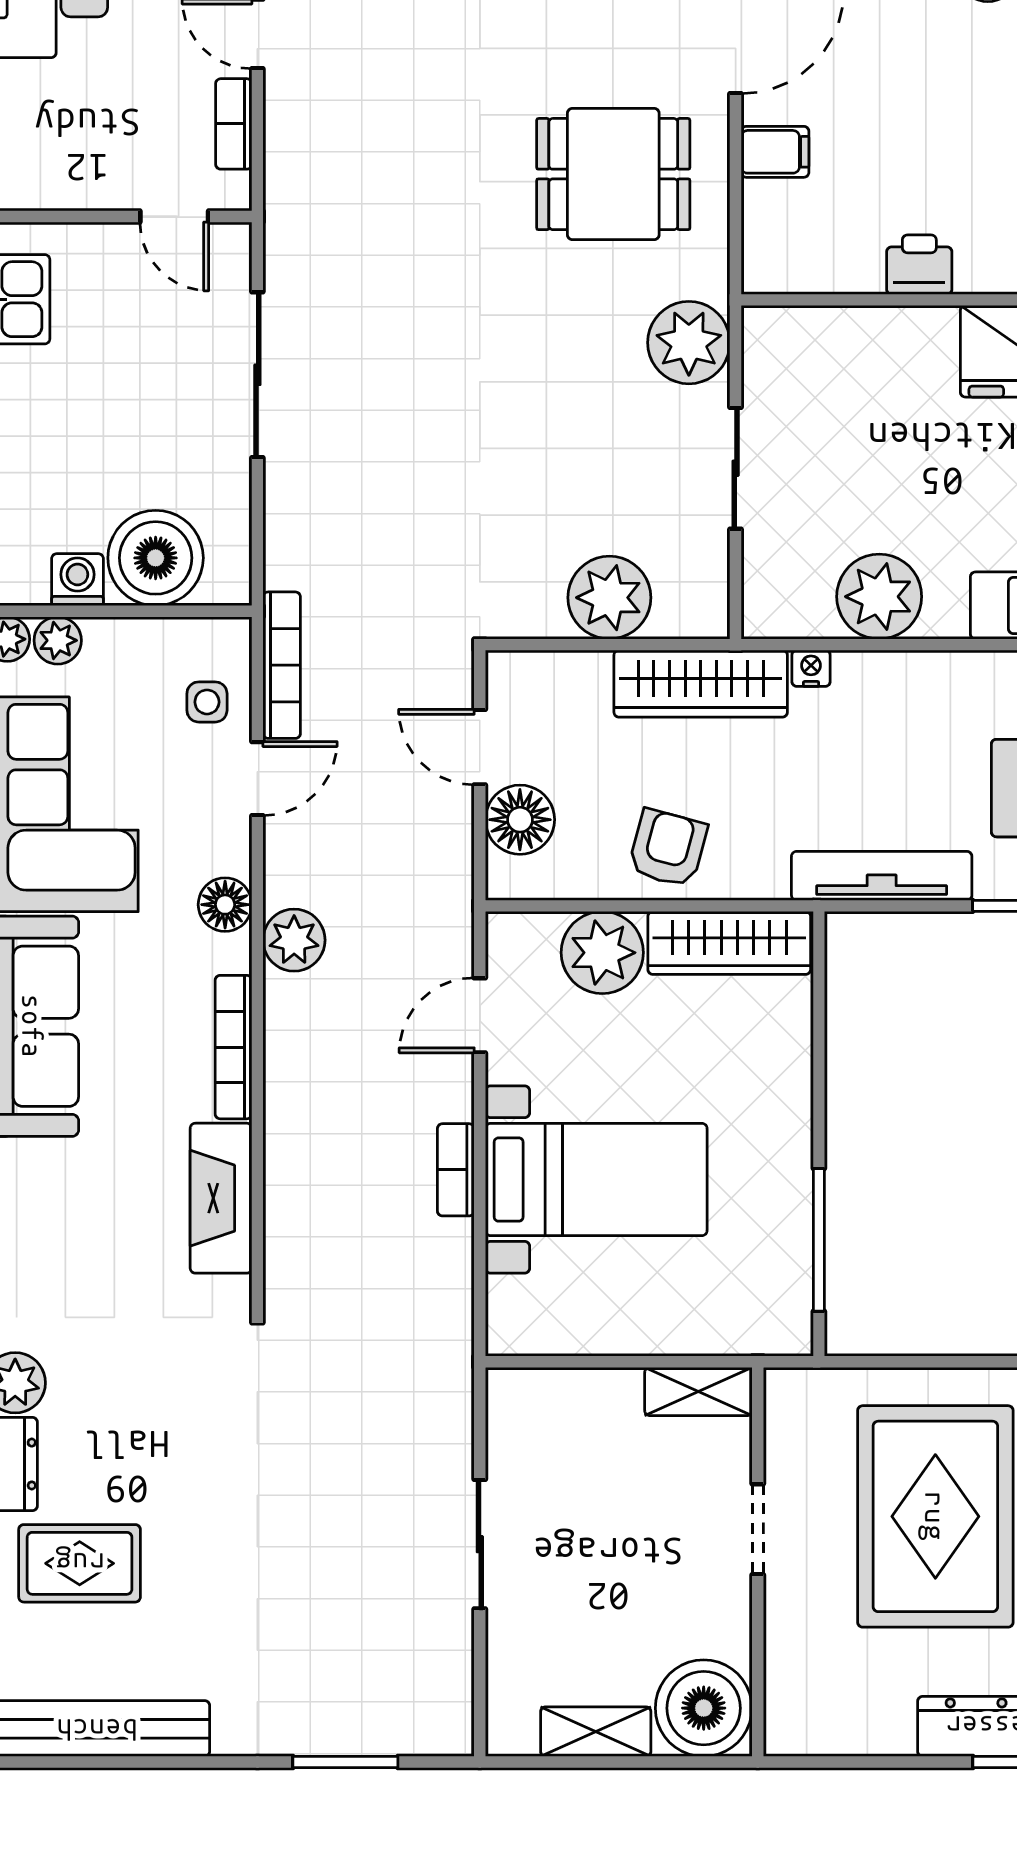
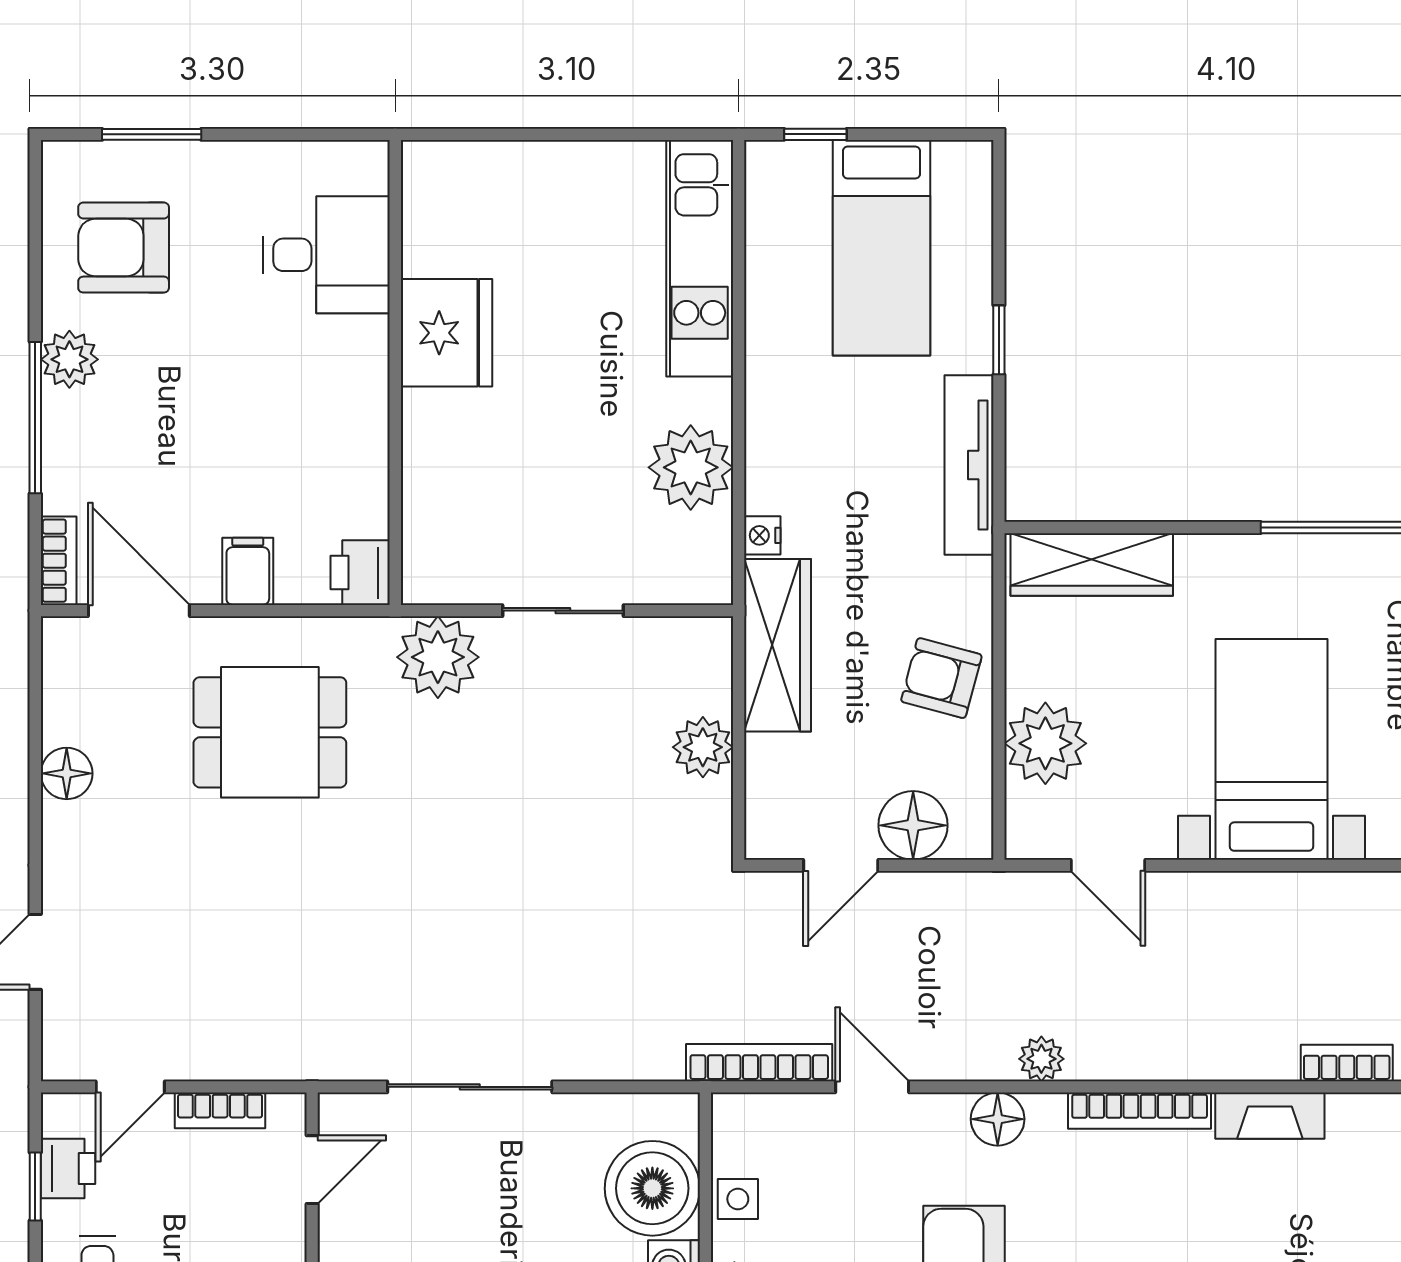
dining table: (613, 174) -> (270, 732), turned 90
printer: (919, 265) -> (360, 573), moved
plant: (609, 598) -> (703, 747), width x0.73, depth x0.73
side table: (207, 702) -> (738, 1199), moved
plant: (294, 940) -> (1041, 1059), width x0.73, depth x0.73
wardrobe: (729, 943) -> (1092, 564), moved, turned 90
bookcase: (456, 1170) -> (1347, 1063), moved, turned 180
fireplace: (221, 1198) -> (1270, 1116), width x0.73, depth x0.76

